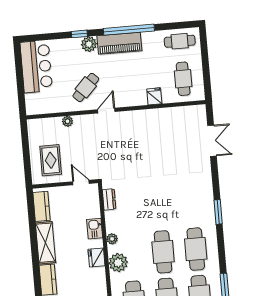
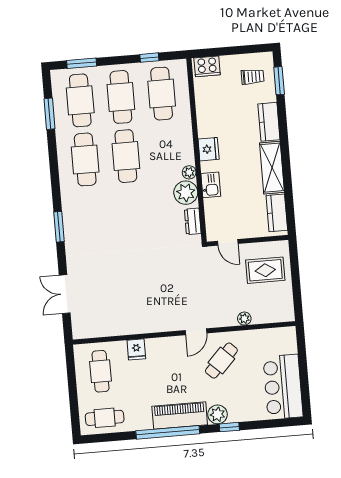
rug: (51, 160) -> (265, 270), turned 90
window: (218, 212) -> (59, 227), moved
plant: (118, 263) -> (186, 193), moved

